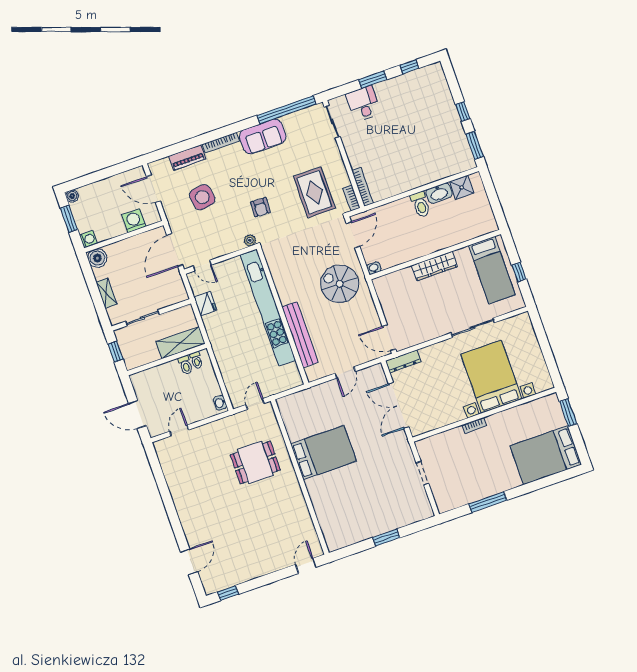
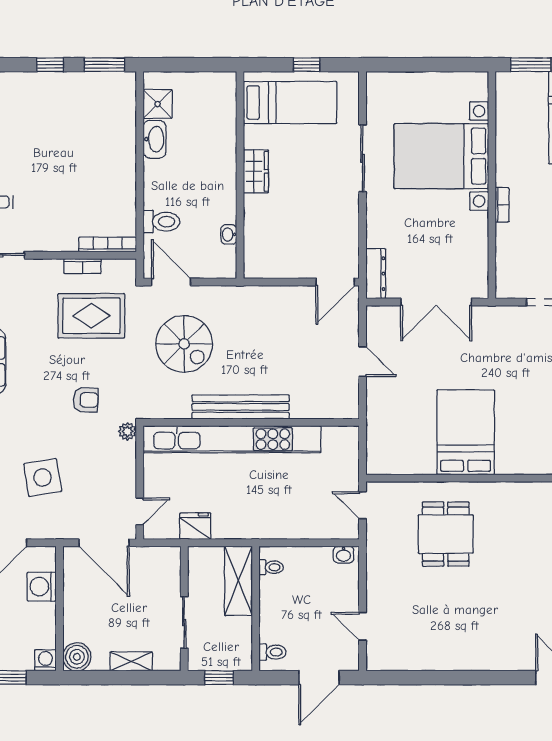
bookcase: (351, 198) -> (82, 266), moved
toilet: (421, 204) -> (161, 222), moved
wardrobe: (434, 266) -> (256, 171), width x0.67
washbasin: (374, 268) -> (229, 234), moved
spiral stairs: (340, 284) -> (184, 344), moved, turned -90
bench: (300, 335) -> (241, 407), moved
toilet: (185, 365) -> (272, 652), moved

